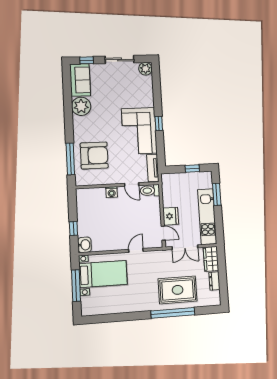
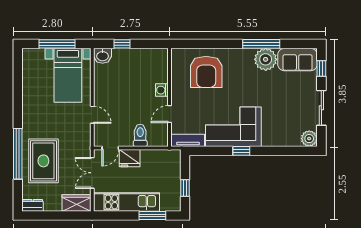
window: (70, 159) -> (261, 44), moved
toilet: (150, 191) -> (140, 135), moved
dresser: (214, 281) -> (33, 205), moved

